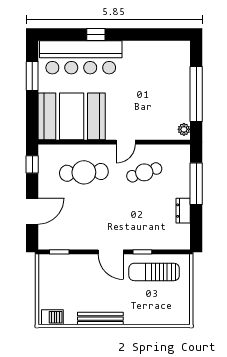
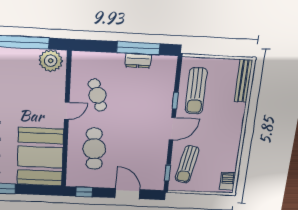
plant: (184, 129) -> (51, 61), width x1.87, depth x1.87
door: (126, 142) -> (67, 111), hinge flipped
window: (196, 184) -> (138, 48), moved
sun lounger: (70, 272) -> (187, 164), added
bench: (100, 319) -> (243, 81), moved

